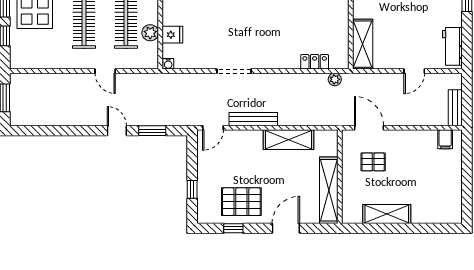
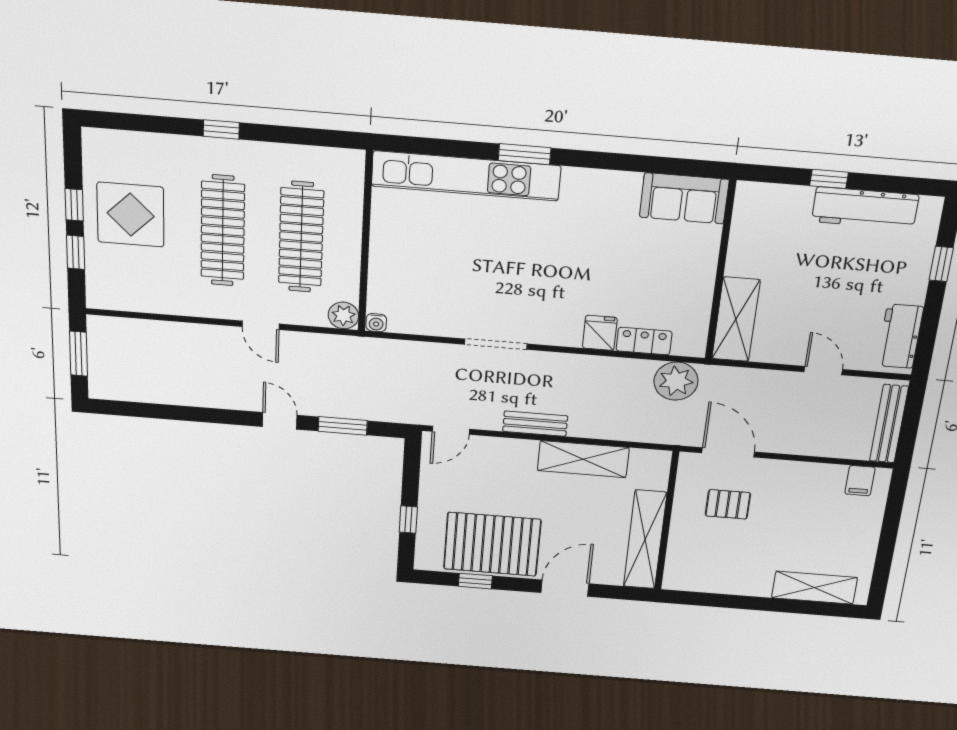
plant: (150, 33) -> (343, 315), moved
fridge: (172, 35) -> (600, 333), moved, turned -90
door: (414, 71) -> (823, 371), swing flipped
plant: (335, 79) -> (676, 381), width x1.87, depth x1.87
bench: (455, 108) -> (889, 424), width x1.36
bench: (253, 119) -> (535, 424), width x0.73
pallet: (241, 202) -> (492, 544), width x1.37, depth x1.41
shelving: (387, 214) -> (814, 588), moved

